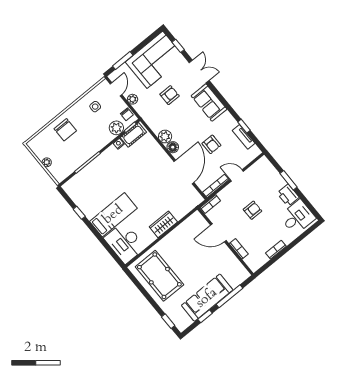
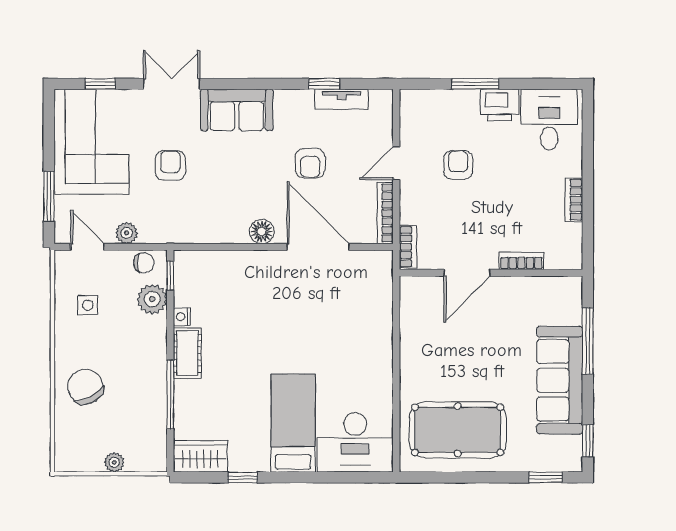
chair: (65, 130) -> (85, 387), turned -117
cot: (133, 135) -> (187, 353), moved
plant: (165, 137) -> (233, 230), removed
armchair: (211, 144) -> (310, 163), turned 90
armchair: (252, 210) -> (458, 165), moved
wardrobe: (163, 224) -> (200, 457), moved, turned 90
window: (205, 316) -> (588, 441), moved

